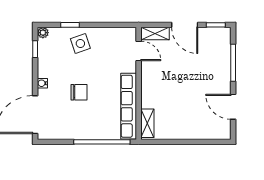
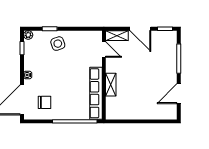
chair: (79, 92) -> (45, 102), moved
door: (233, 107) -> (179, 94), hinge flipped
shelving: (147, 123) -> (111, 85), moved

